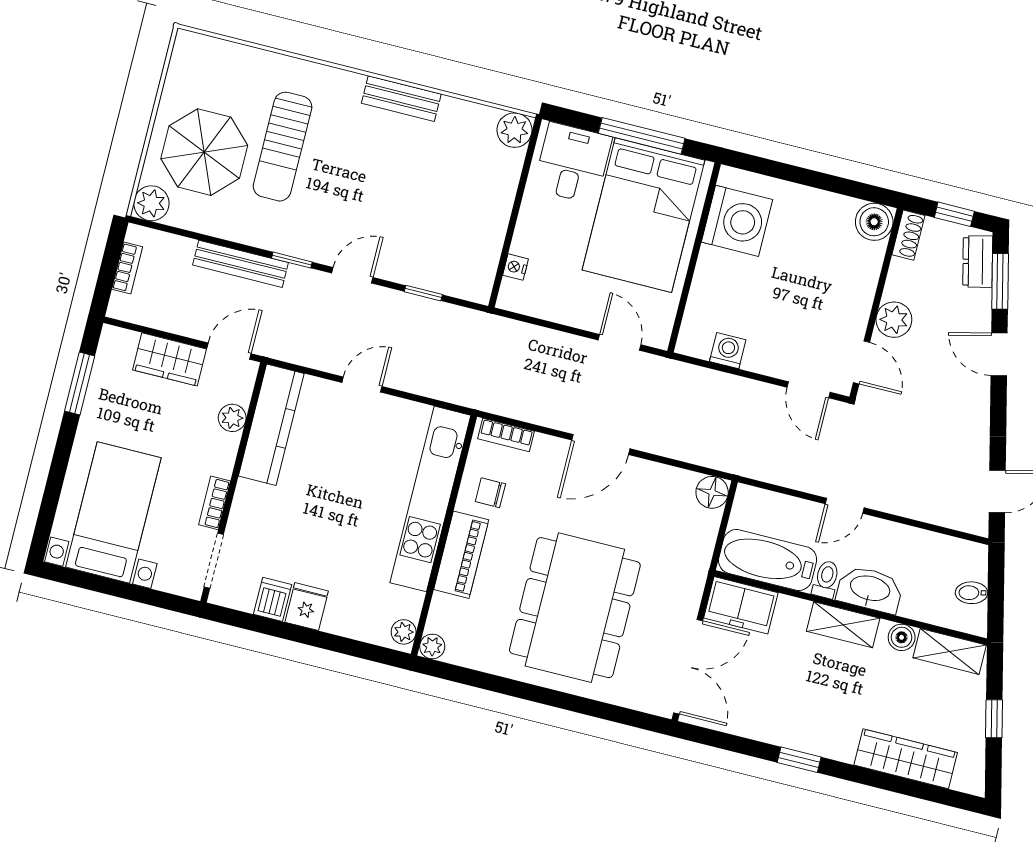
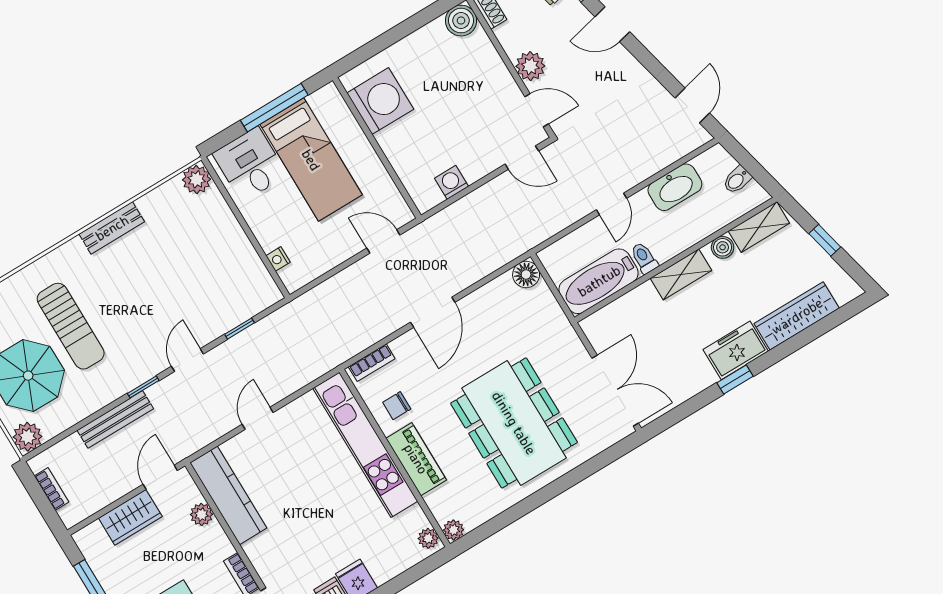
bed: (643, 215) -> (311, 160), width x0.67
washbasin: (870, 589) -> (675, 187), moved, turned 180
freezer: (741, 605) -> (736, 350), moved, turned 180

